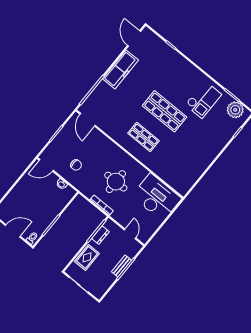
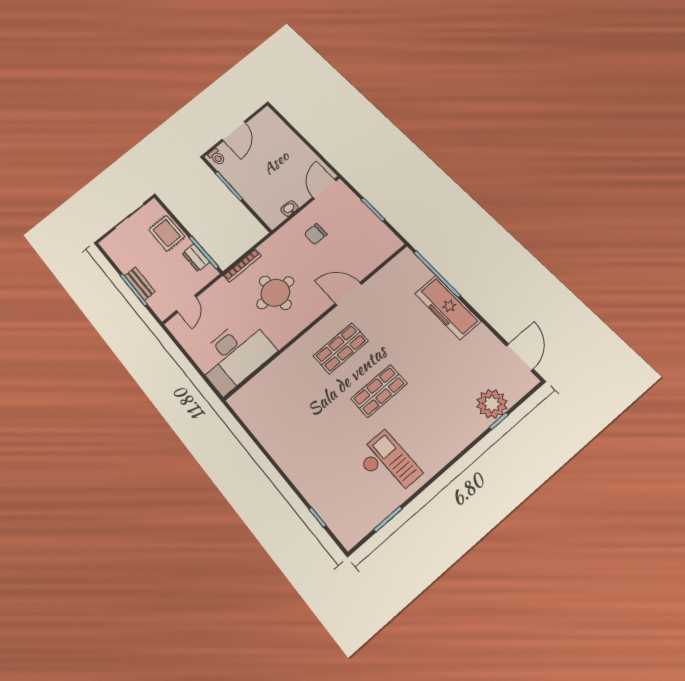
door: (134, 38) -> (520, 357), hinge flipped
freezer: (120, 69) -> (448, 307), moved
checkout: (203, 100) -> (388, 464), turned 180
plant: (235, 110) -> (492, 404), moved
shop shelf: (165, 111) -> (379, 391), width x0.70, depth x0.74
door: (88, 120) -> (348, 294), moved
door: (130, 234) -> (186, 304), hinge flipped

